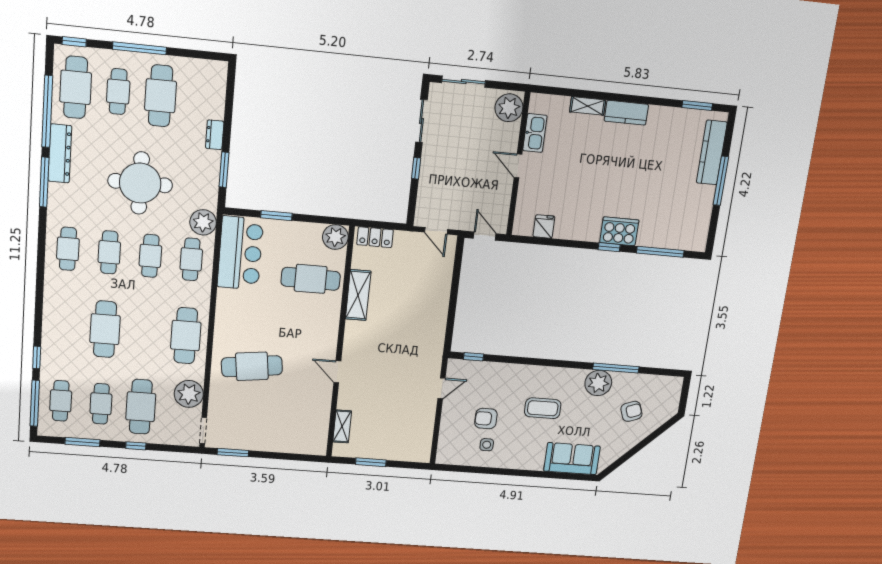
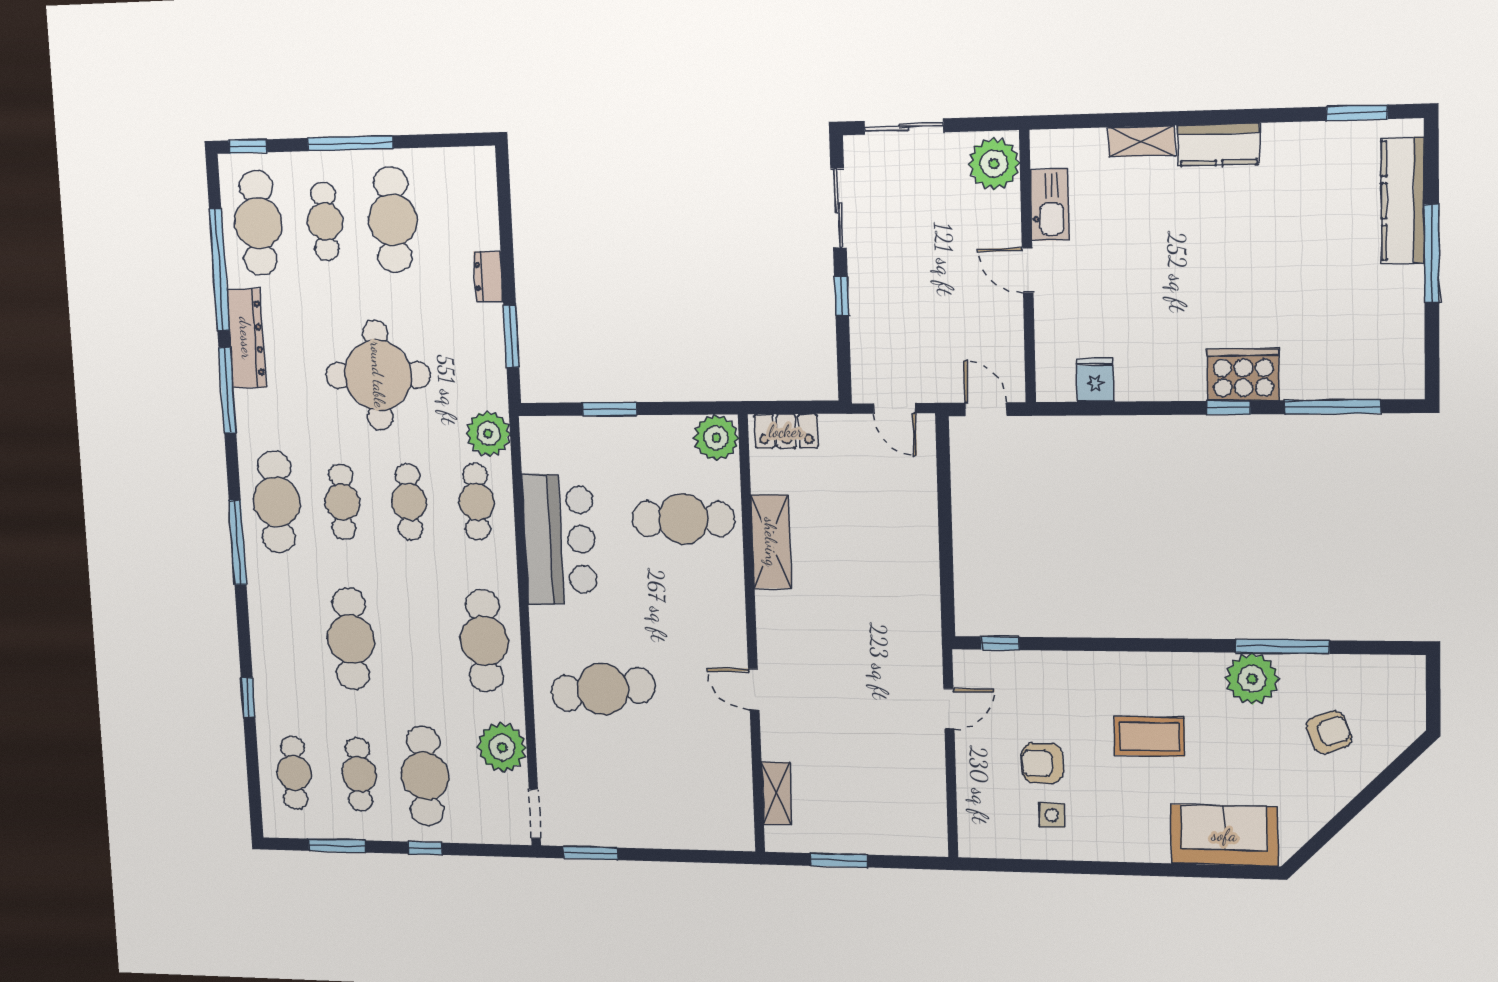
cafe table: (68, 249) -> (276, 502), width x1.37, depth x1.35
bar counter: (240, 253) -> (560, 539), moved
window: (35, 403) -> (238, 542), moved

